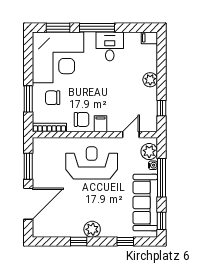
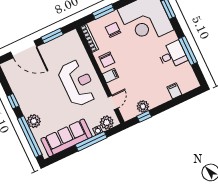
window: (97, 28) -> (188, 51), moved
filing cabinet: (149, 38) -> (174, 91), moved
plant: (150, 80) -> (143, 106), moved
door: (131, 135) -> (113, 103), hinge flipped
window: (162, 221) -> (58, 157), removed
plant: (92, 229) -> (34, 121), moved
window: (125, 242) -> (30, 137), width x3.17

